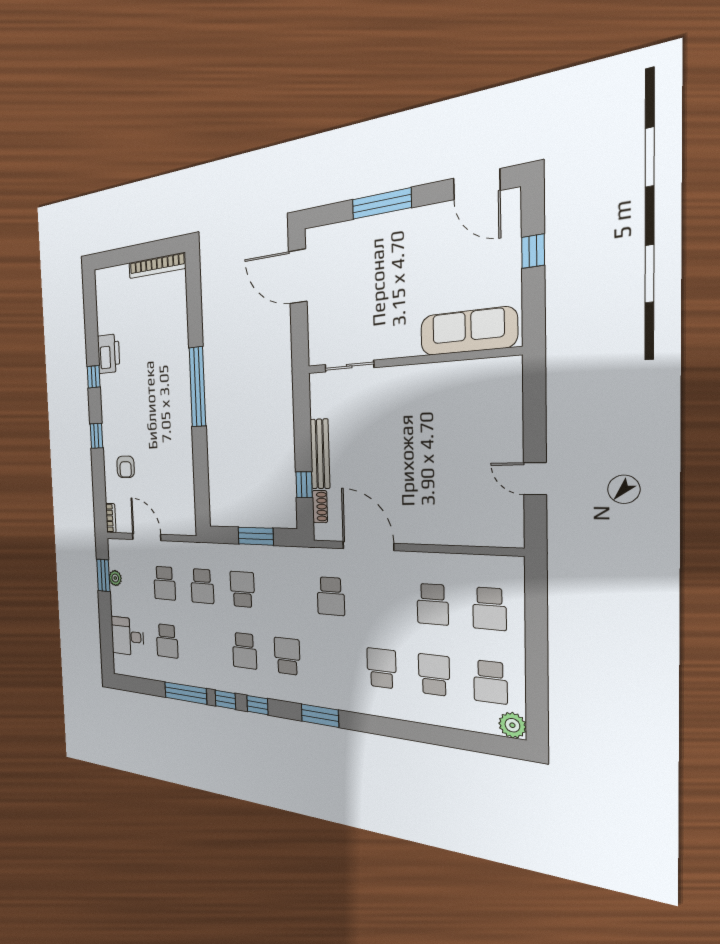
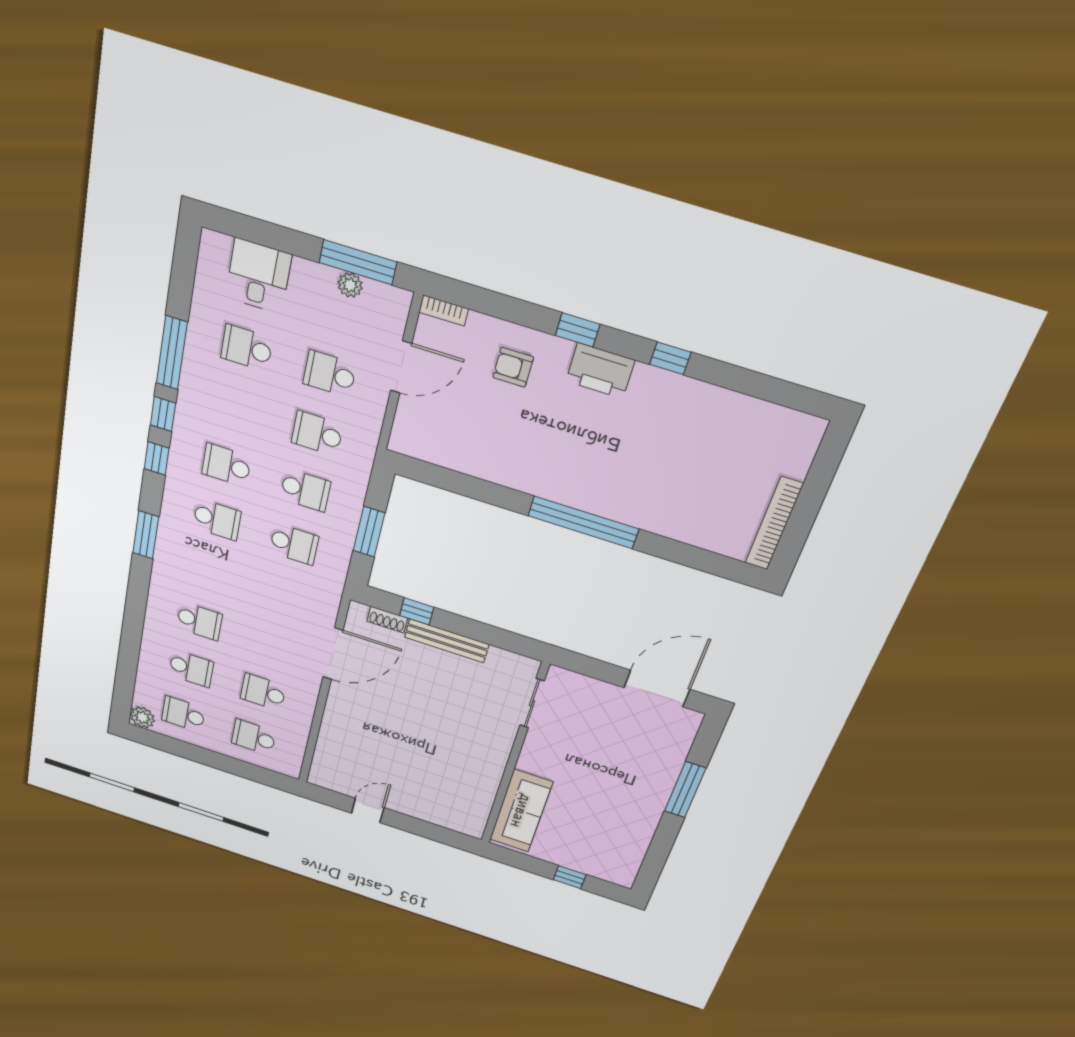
door: (477, 184) -> (654, 863), removed
printer: (109, 354) -> (600, 371), moved
window: (103, 575) -> (358, 262), width x1.44
school desk: (331, 596) -> (294, 544), moved, turned 180

